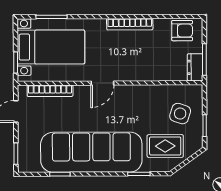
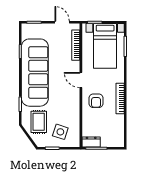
armchair: (182, 31) -> (96, 101), moved

